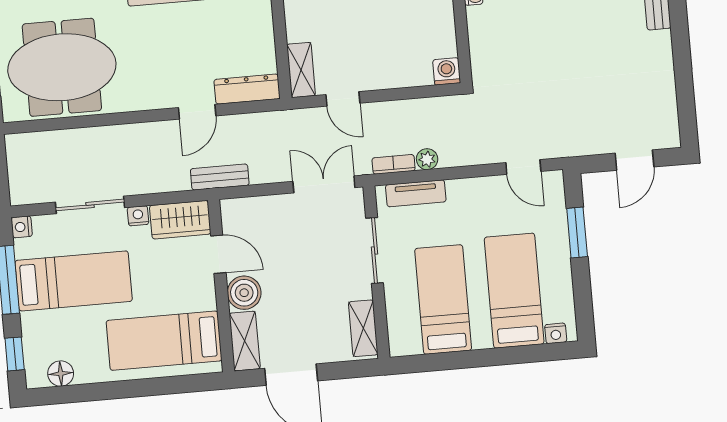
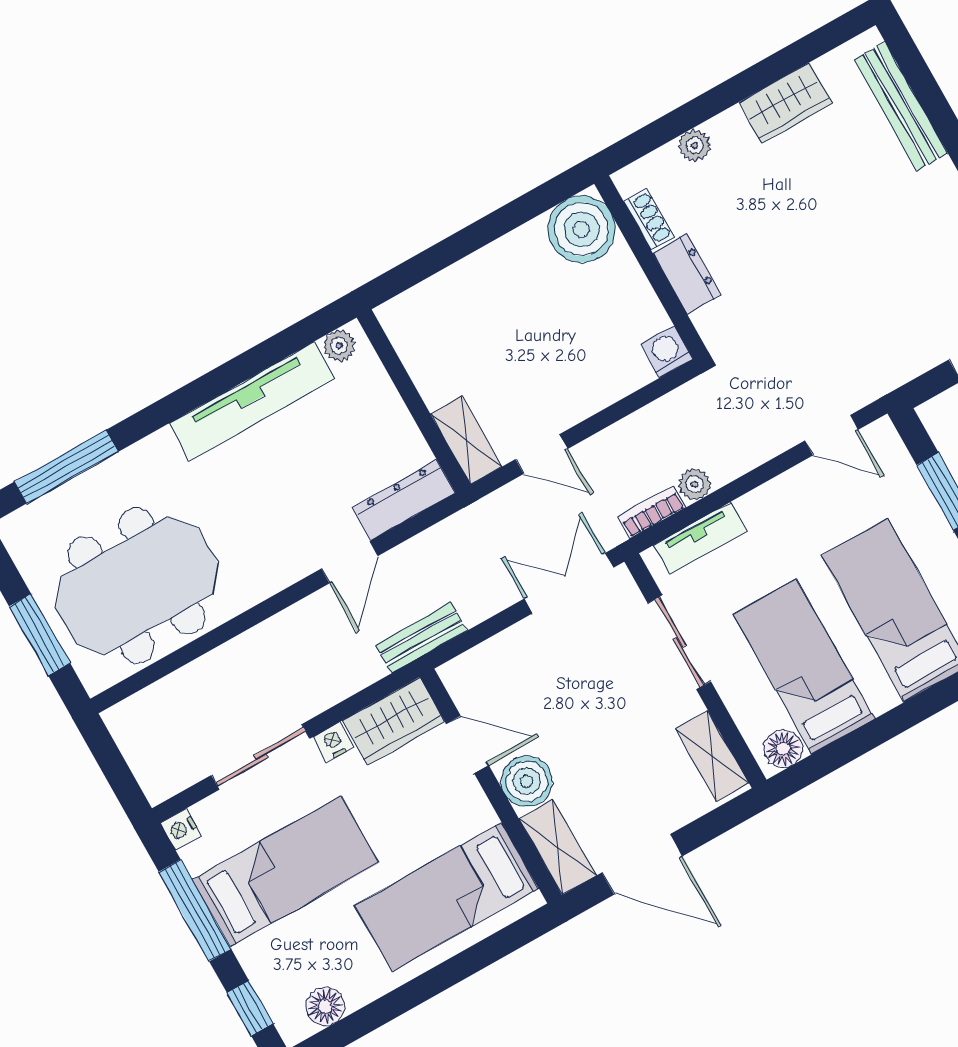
dresser: (480, 30) -> (687, 274), added
floor lamp: (408, 343) -> (783, 749), added

